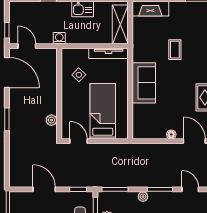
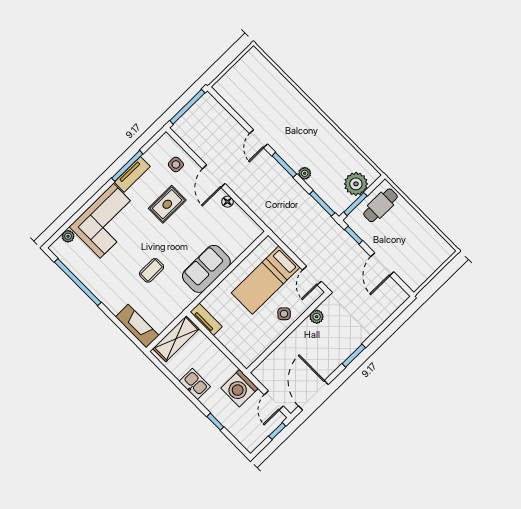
washing machine: (59, 38) -> (240, 388), width x1.89, depth x1.89
tv unit: (109, 53) -> (206, 319), width x0.71
side table: (79, 75) -> (284, 314), moved

